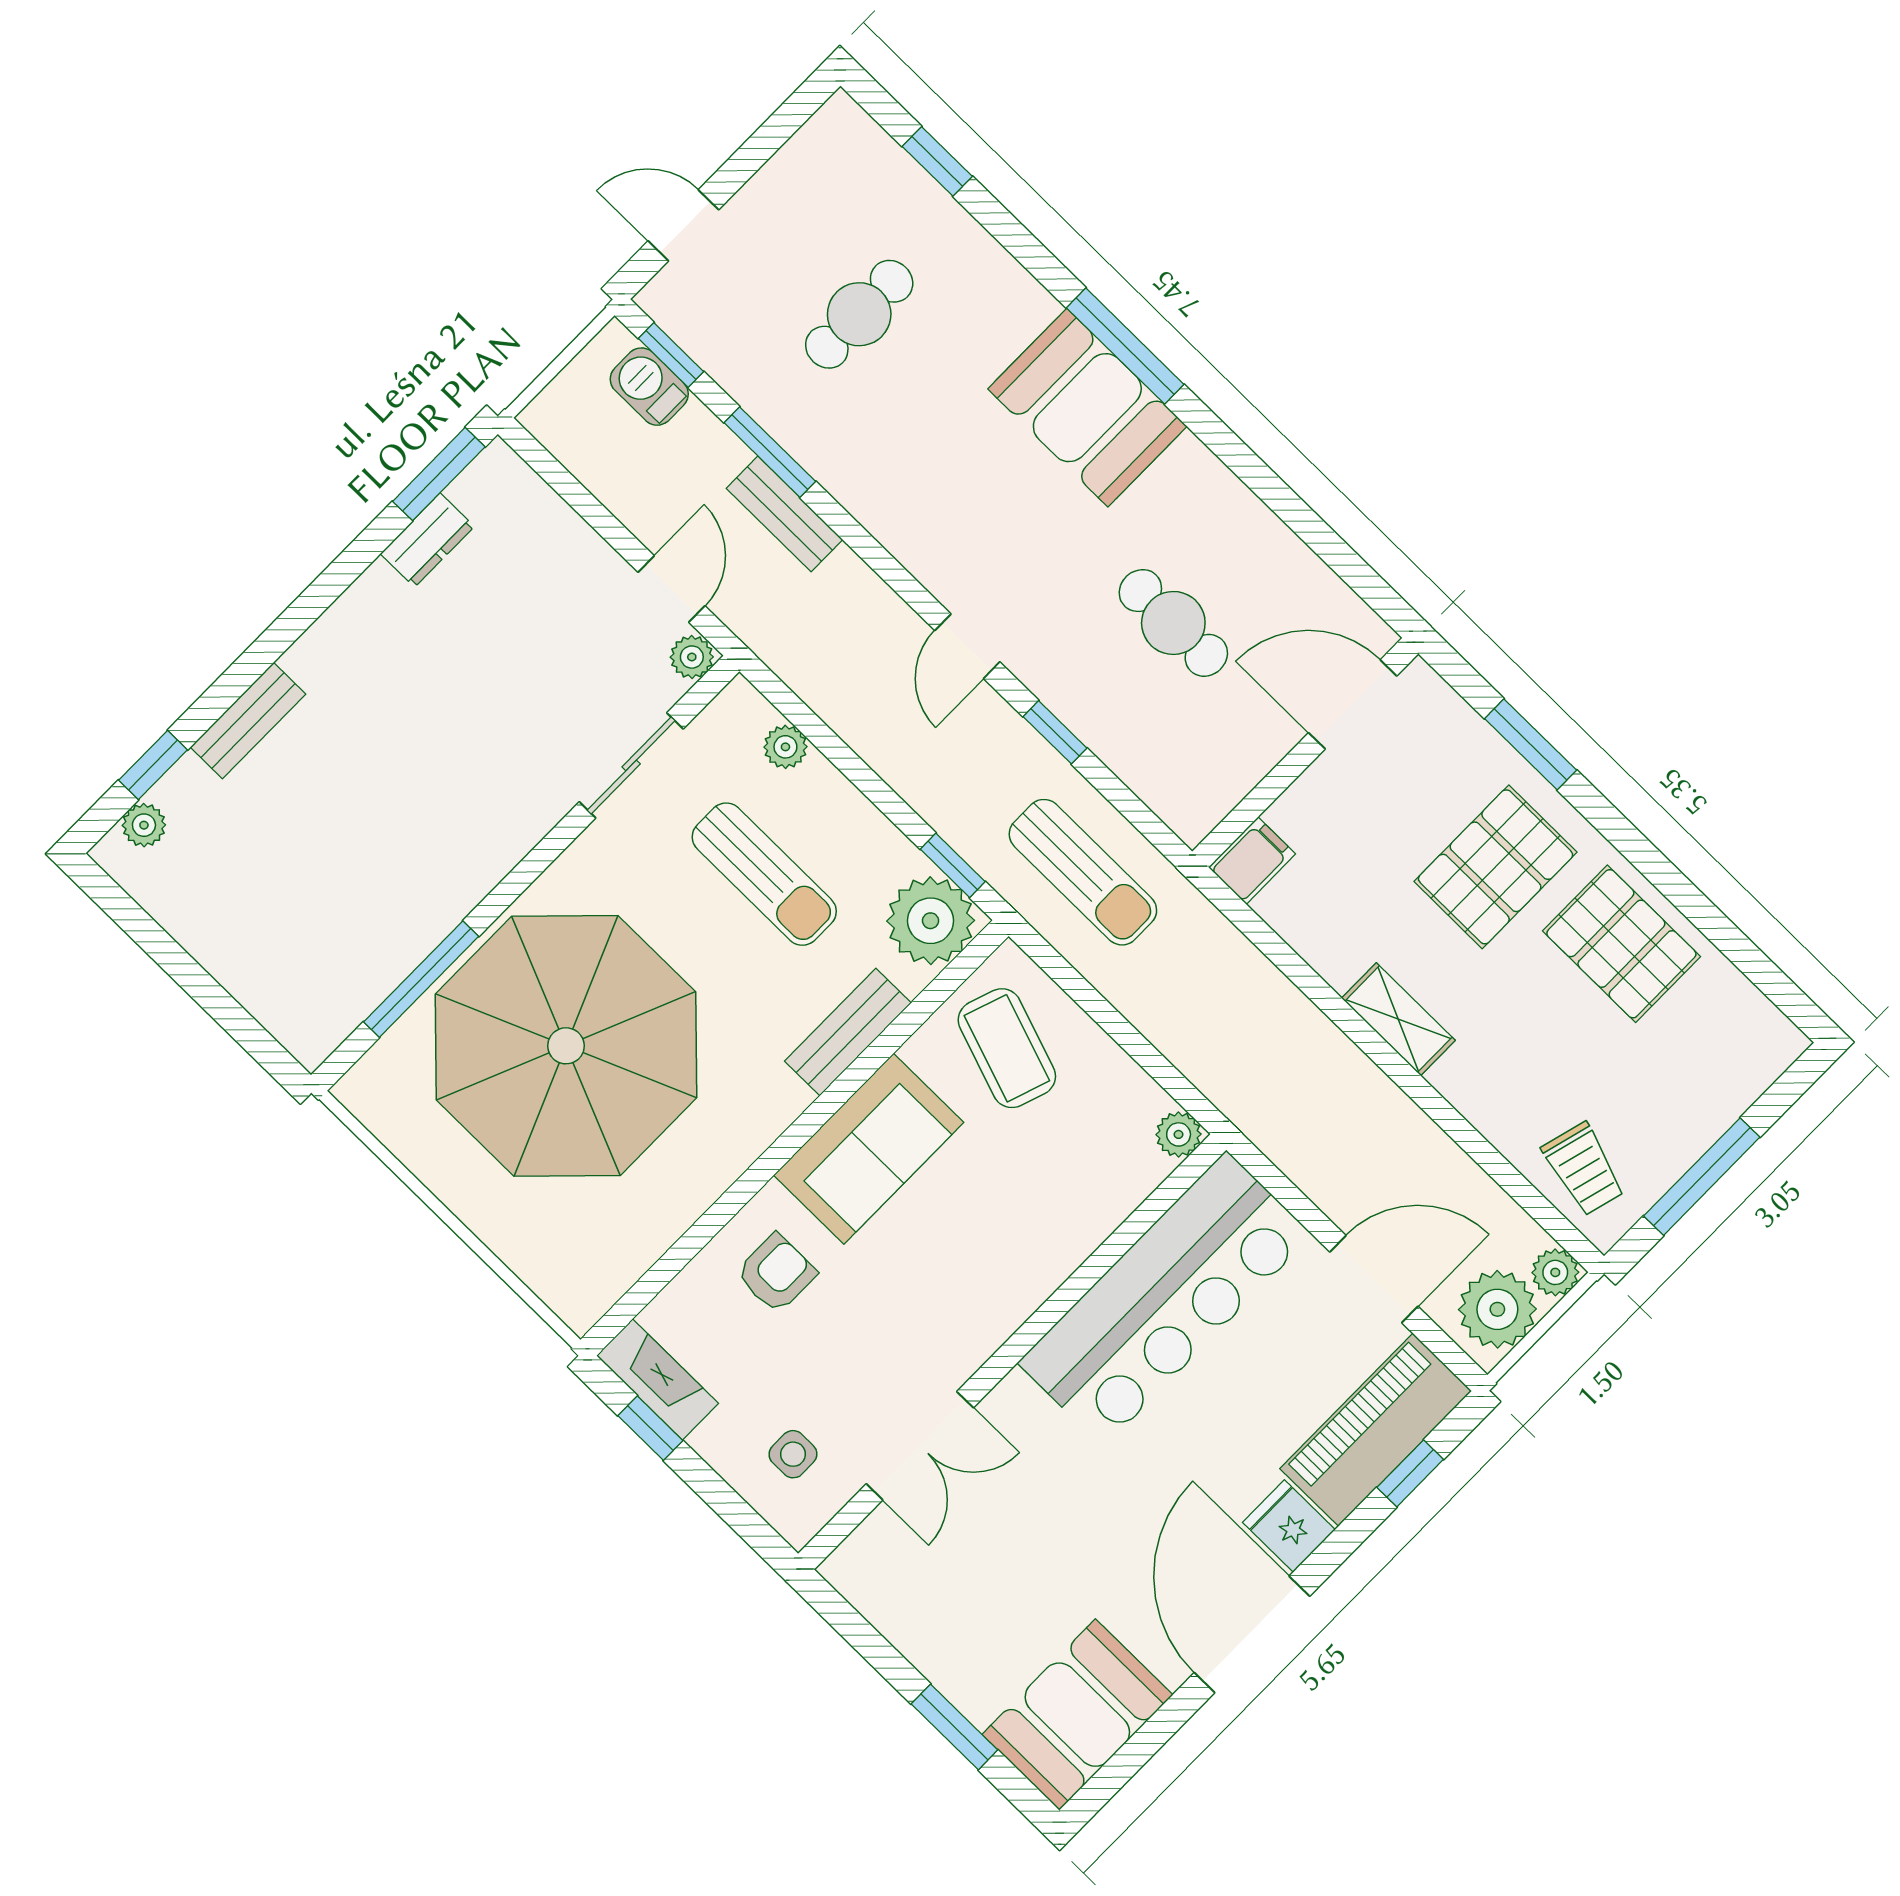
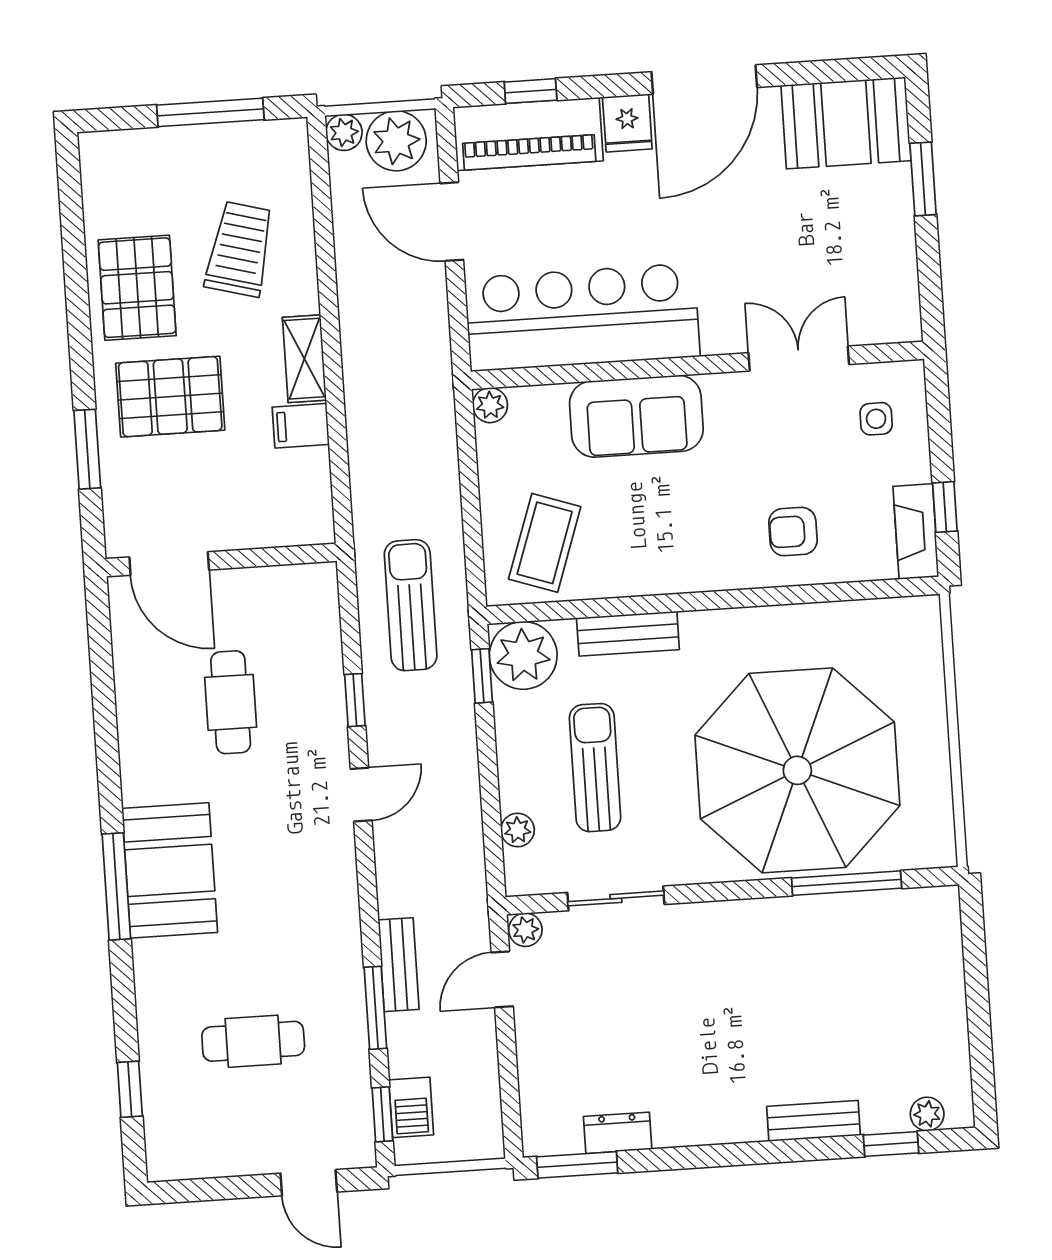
filing cabinet: (1252, 861) -> (301, 426), moved
sofa: (869, 1149) -> (636, 416), moved, turned 180
trolley: (1584, 1169) -> (240, 249), moved, width x1.36, depth x1.39

